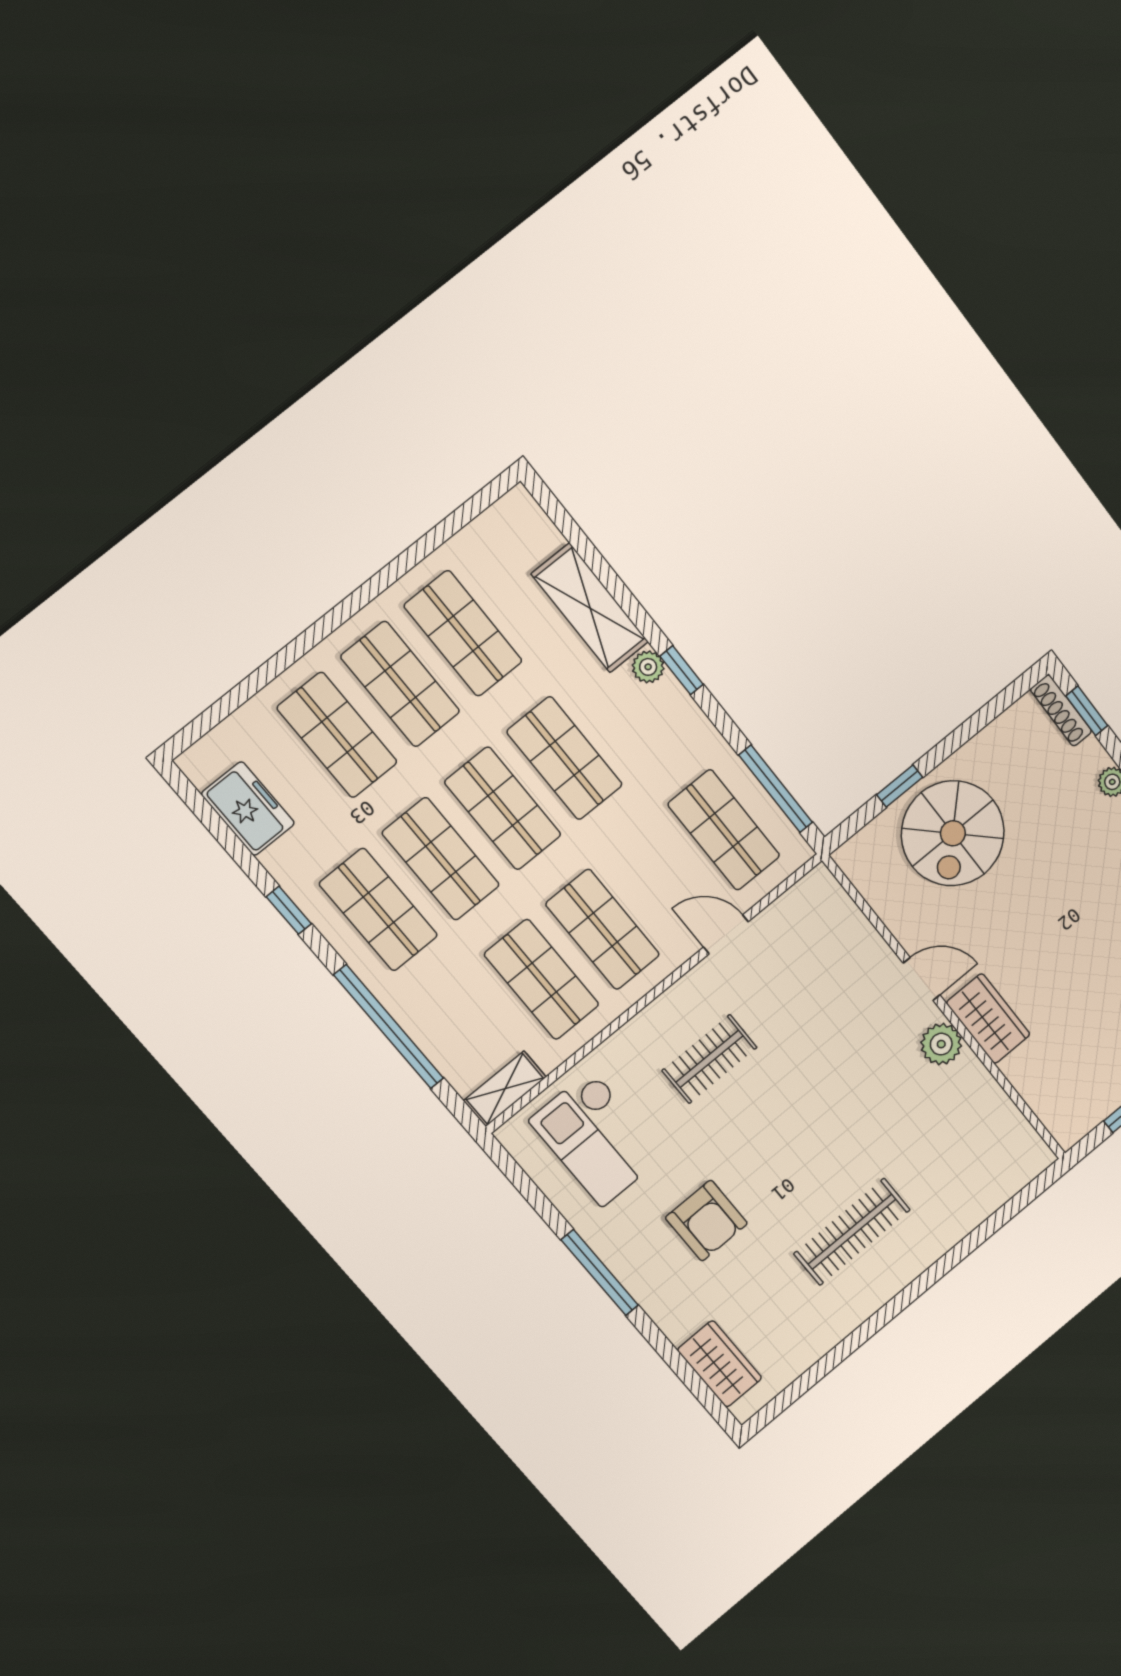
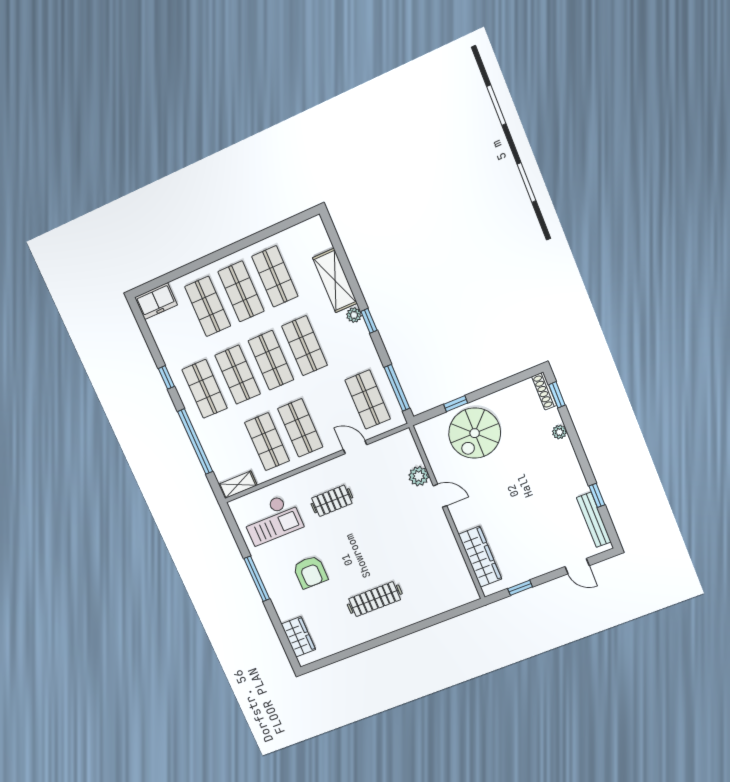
freezer: (248, 809) -> (156, 301), moved, turned 90
wardrobe: (988, 1019) -> (480, 557), moved, width x1.50
plant: (941, 1044) -> (419, 476), moved
checkout: (597, 1138) -> (272, 520), turned -90

